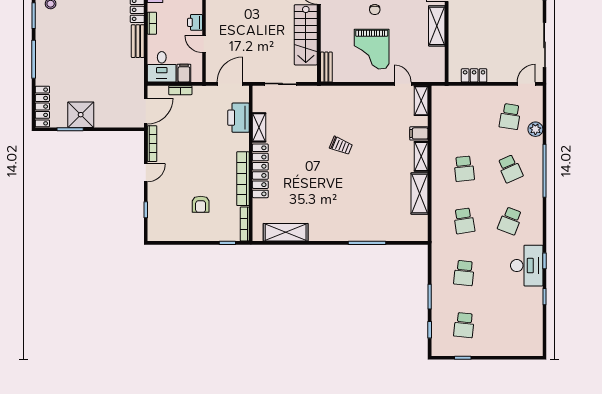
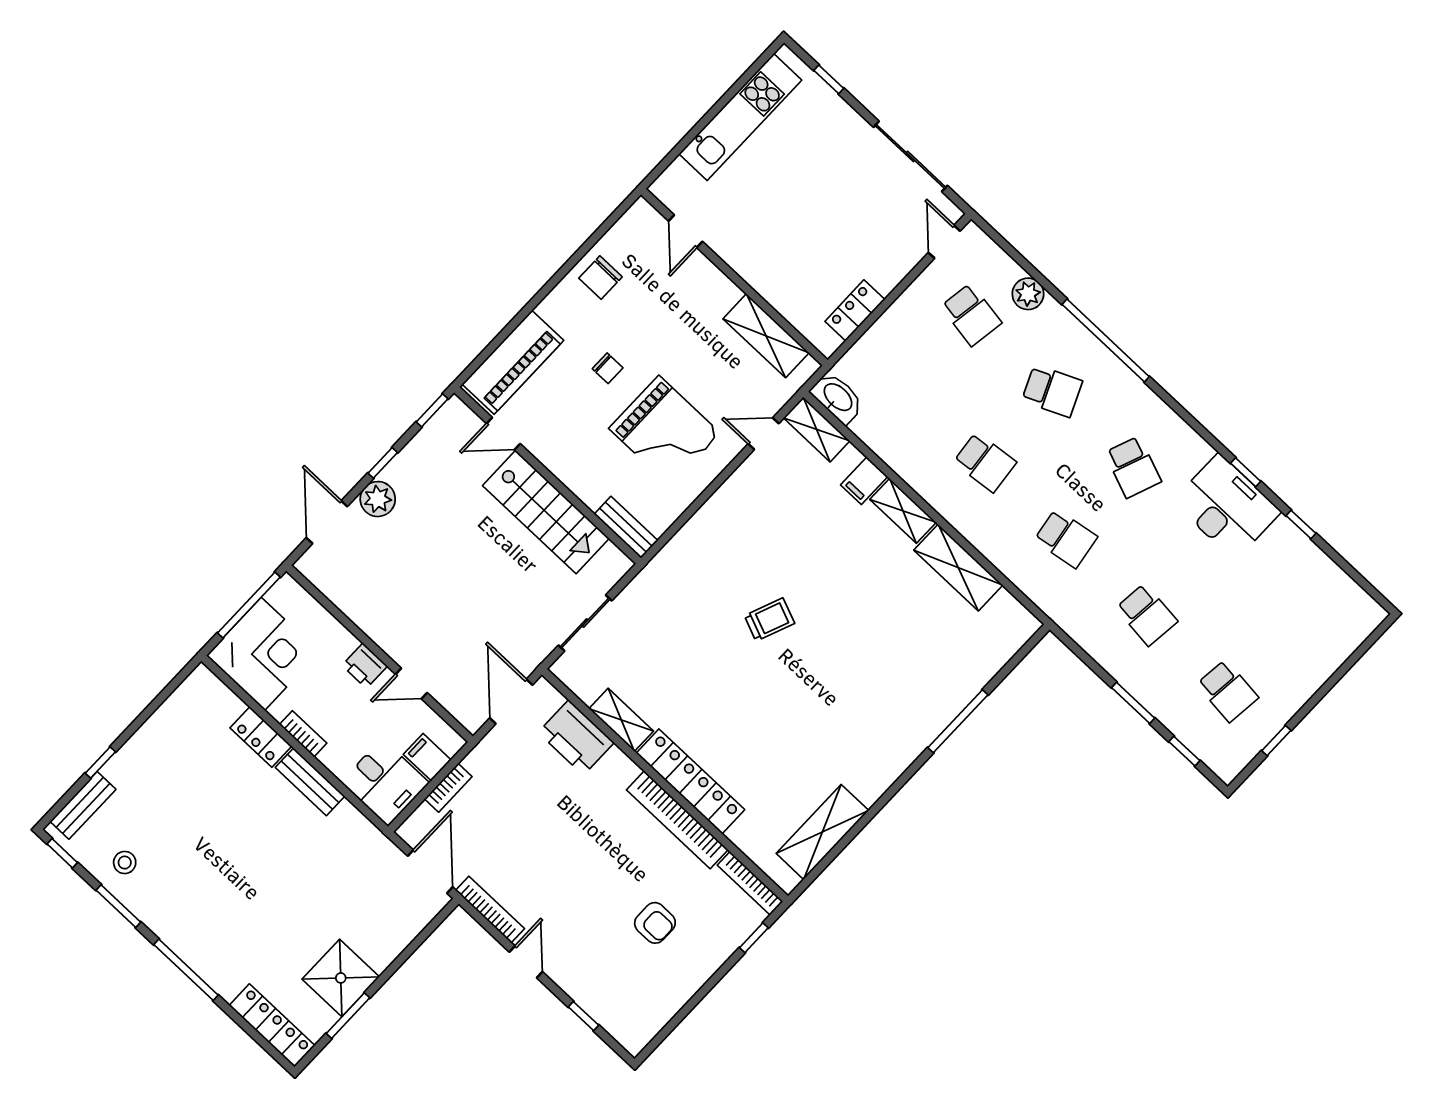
shelving: (437, 26) -> (766, 336), moved
washbasin: (439, 98) -> (837, 398), added

